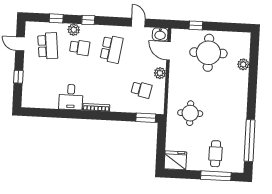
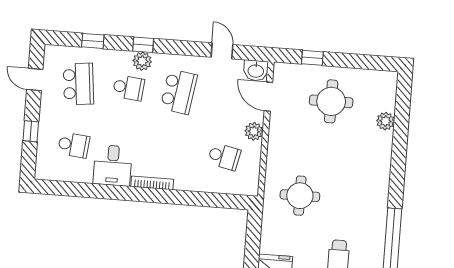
plant: (74, 30) -> (142, 61), moved
round table: (208, 53) -> (331, 101), width x0.73, depth x0.73
school desk: (46, 85) -> (74, 145), added
window: (146, 118) -> (230, 201), removed

